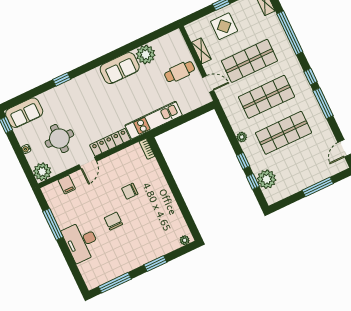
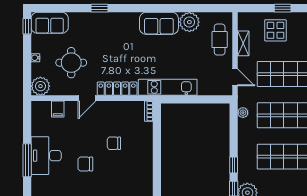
cafe table: (180, 72) -> (220, 40), moved, turned 90
plant: (242, 137) -> (243, 113), moved
chair: (113, 221) -> (85, 164), turned -90
window: (53, 224) -> (27, 160), moved
desk: (81, 242) -> (46, 156), moved

